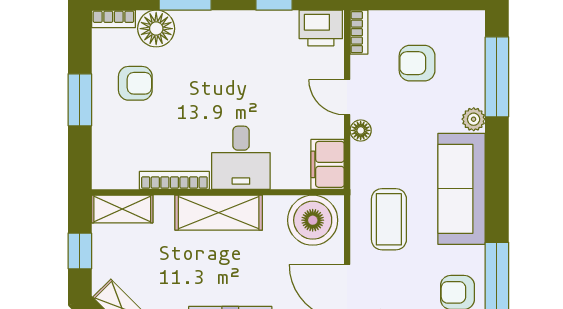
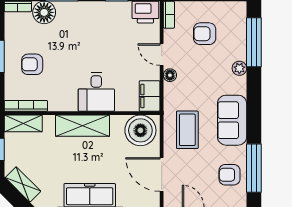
armchair: (135, 83) -> (32, 64), moved, turned 180
bookcase: (174, 180) -> (26, 106), moved
sofa: (462, 189) -> (232, 120), width x0.73

